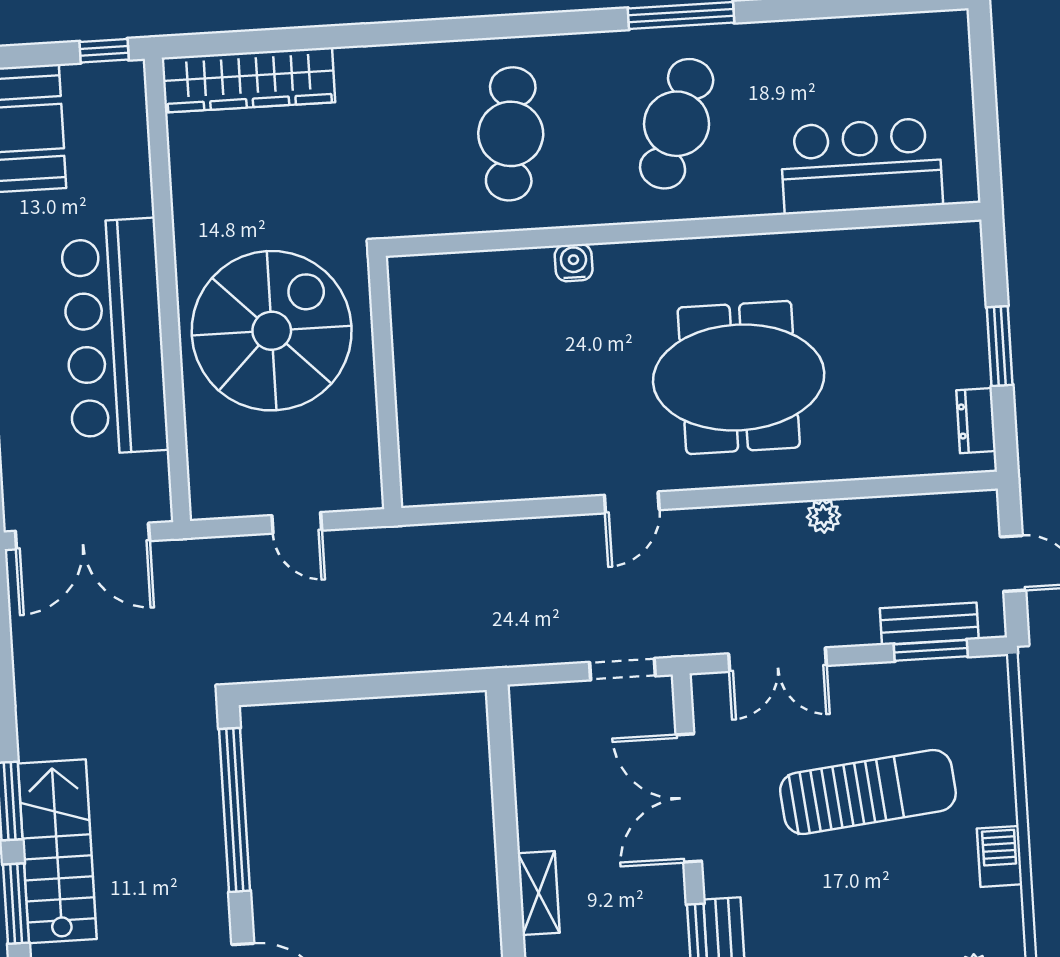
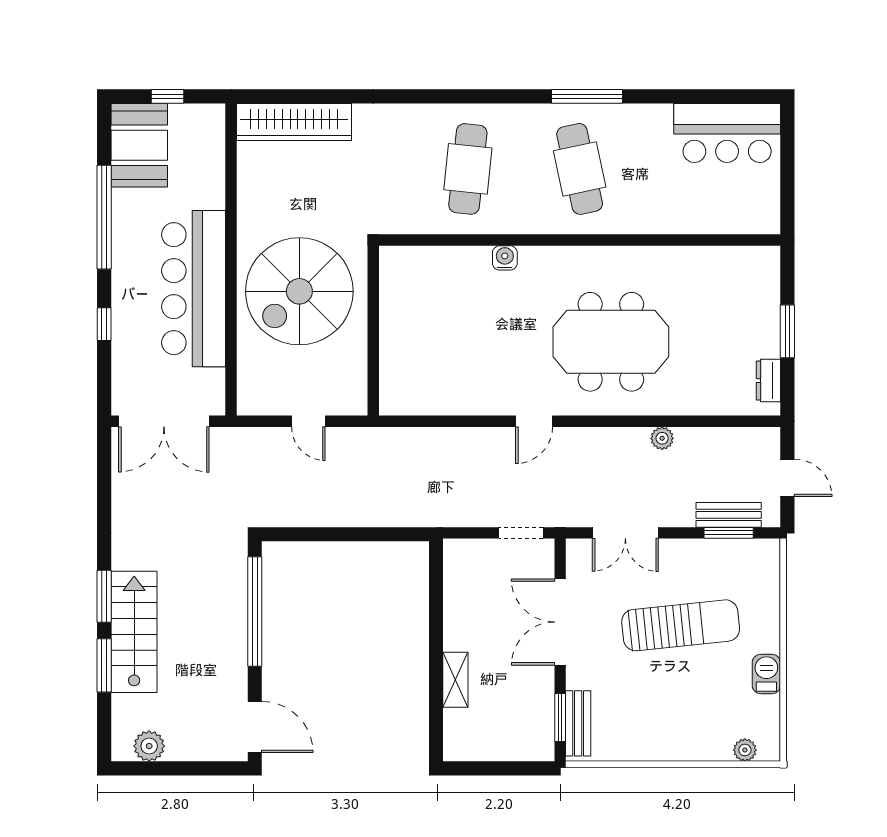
window: (104, 51) -> (168, 96), moved
cafe table: (677, 124) -> (580, 169), turned -33
bar counter: (861, 166) -> (727, 133), moved, turned 180
spiral stairs: (272, 331) -> (299, 291), turned 180

